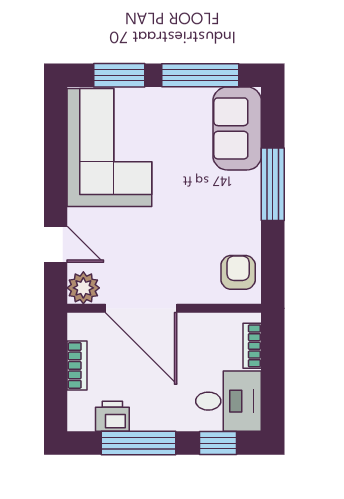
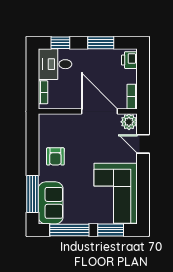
window: (273, 184) -> (32, 194), moved
armchair: (238, 272) -> (55, 156), moved
bookcase: (77, 365) -> (132, 97), moved
printer: (112, 416) -> (129, 60), moved, turned 90
window: (139, 443) -> (101, 43), width x0.69

